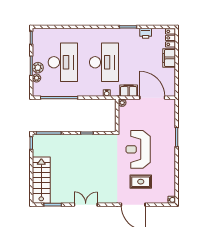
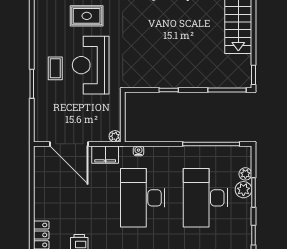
filing cabinet: (169, 58) -> (43, 204), removed
coffee table: (161, 147) -> (55, 68), added
reception desk: (138, 149) -> (91, 65), turned 180

